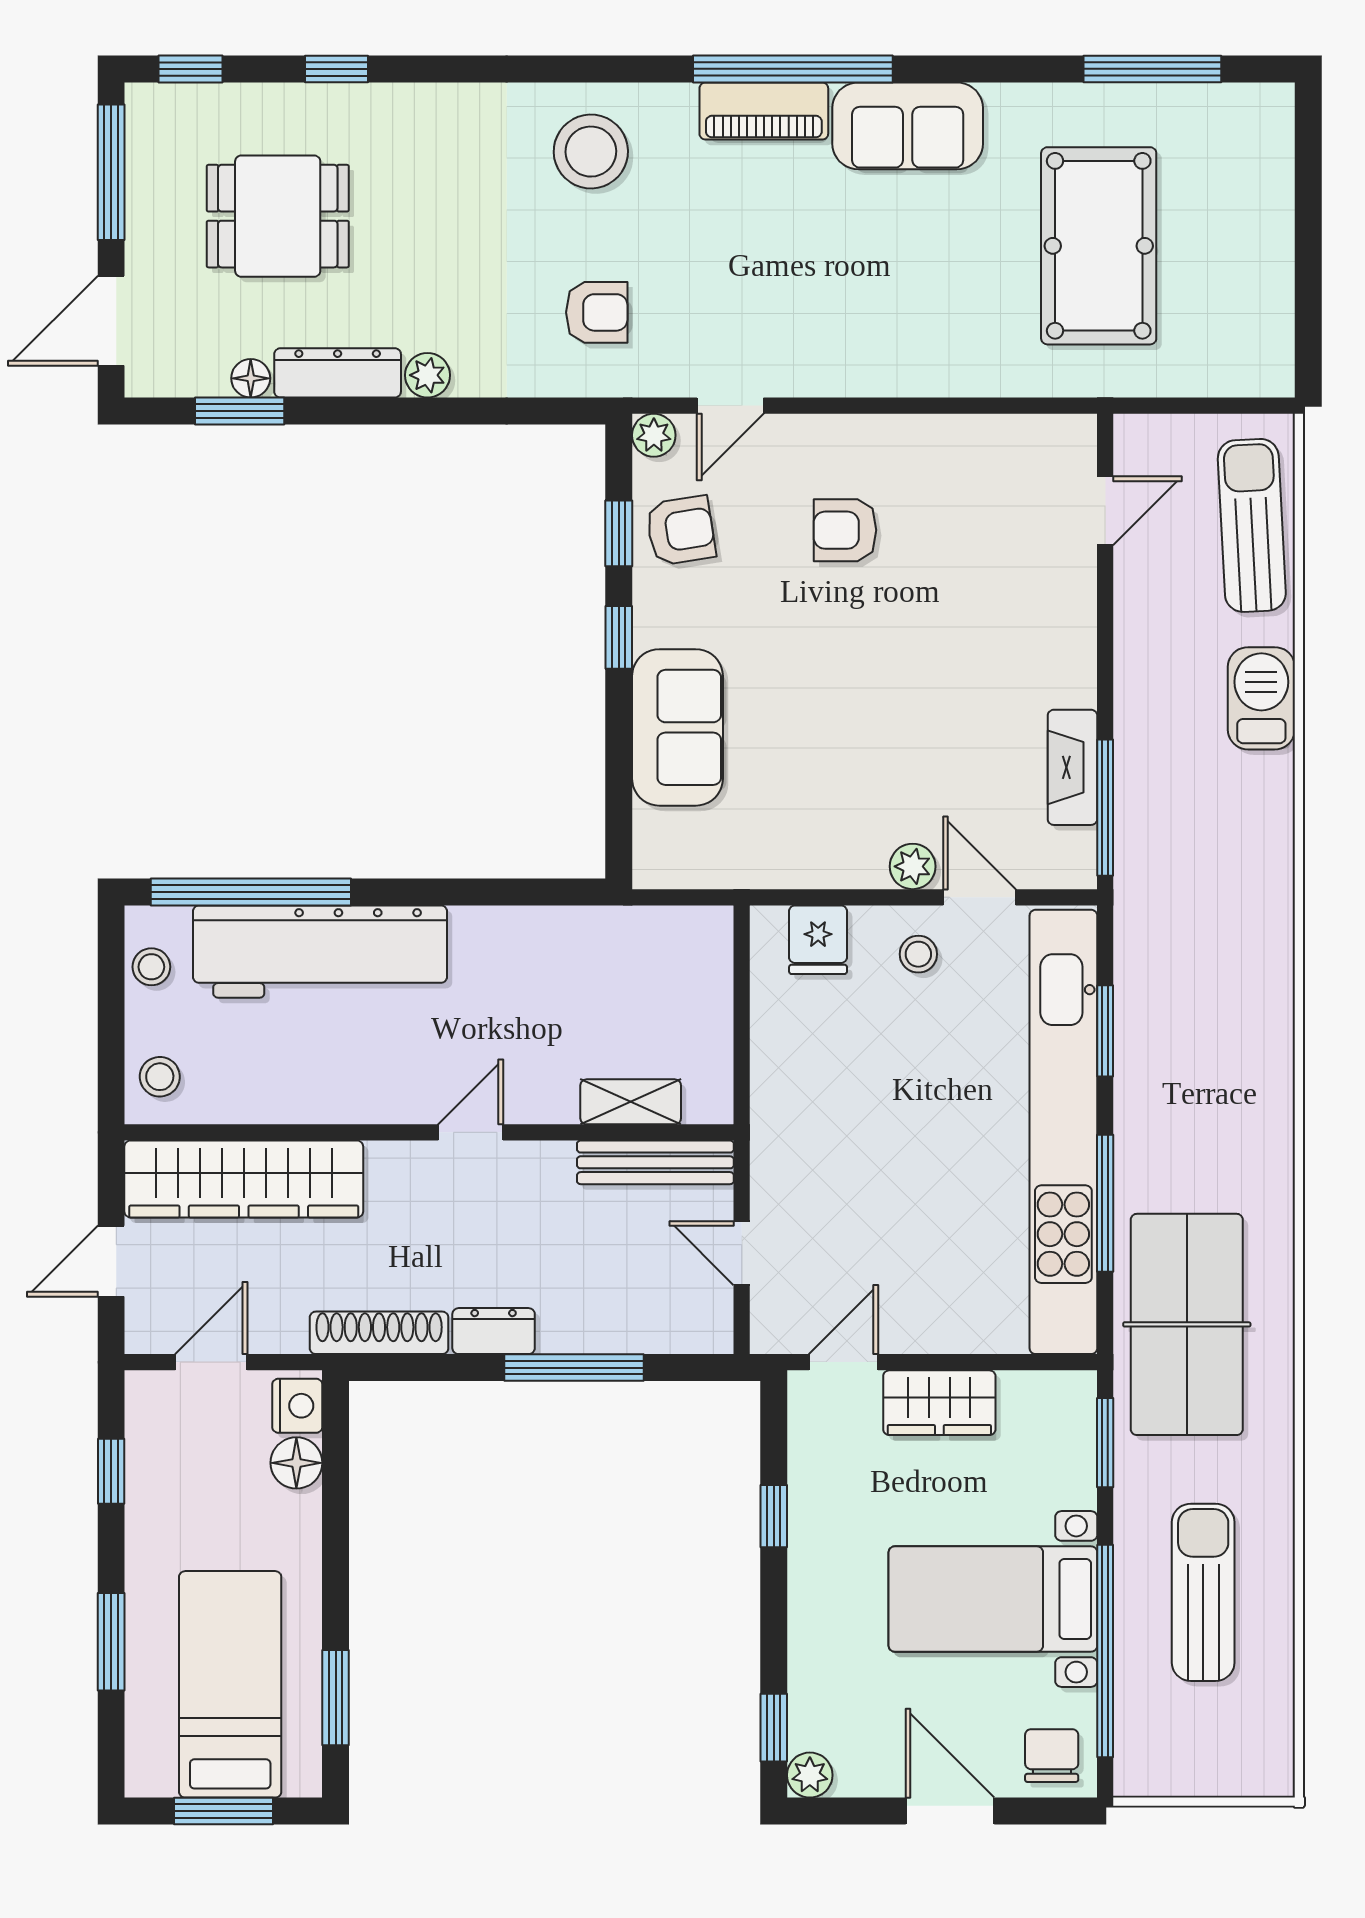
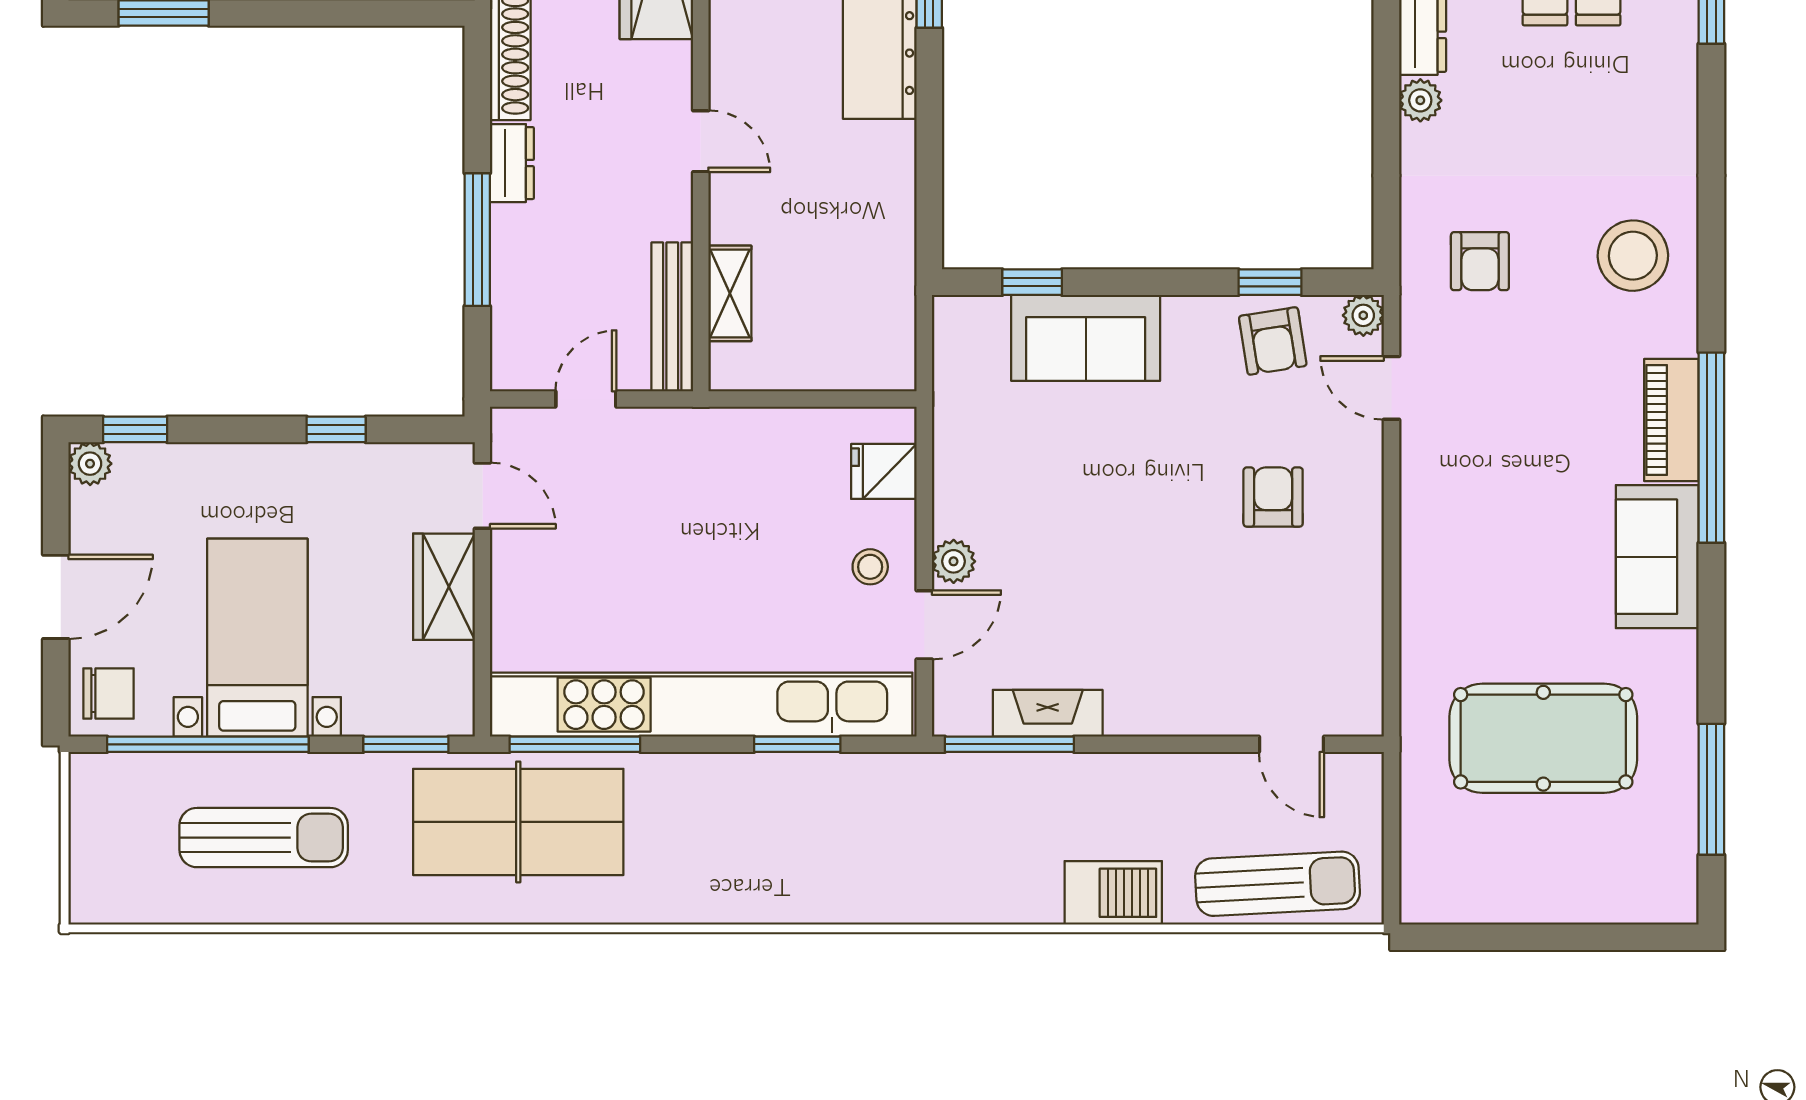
window: (619, 637) -> (1032, 282), moved
window: (1105, 1203) -> (575, 744), moved

